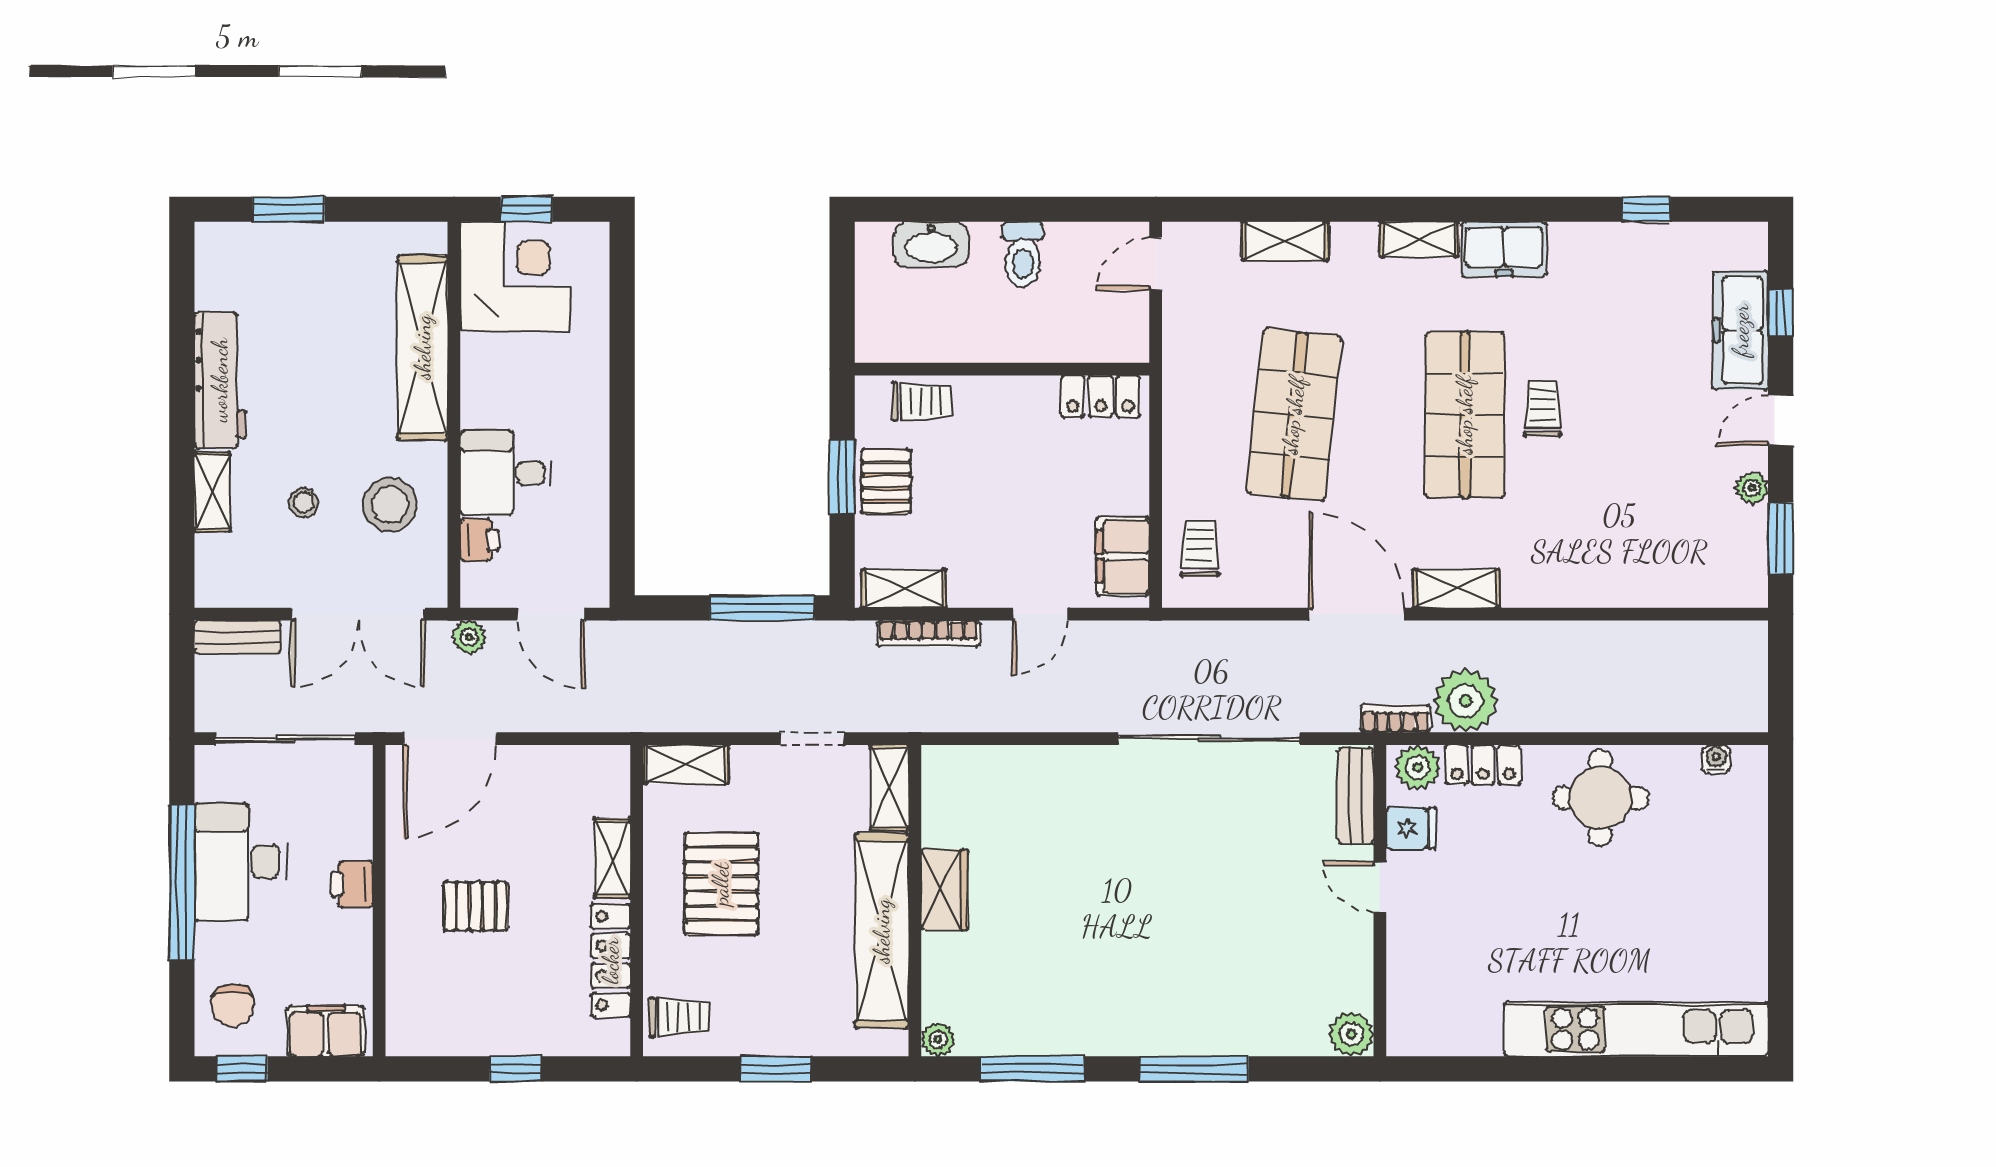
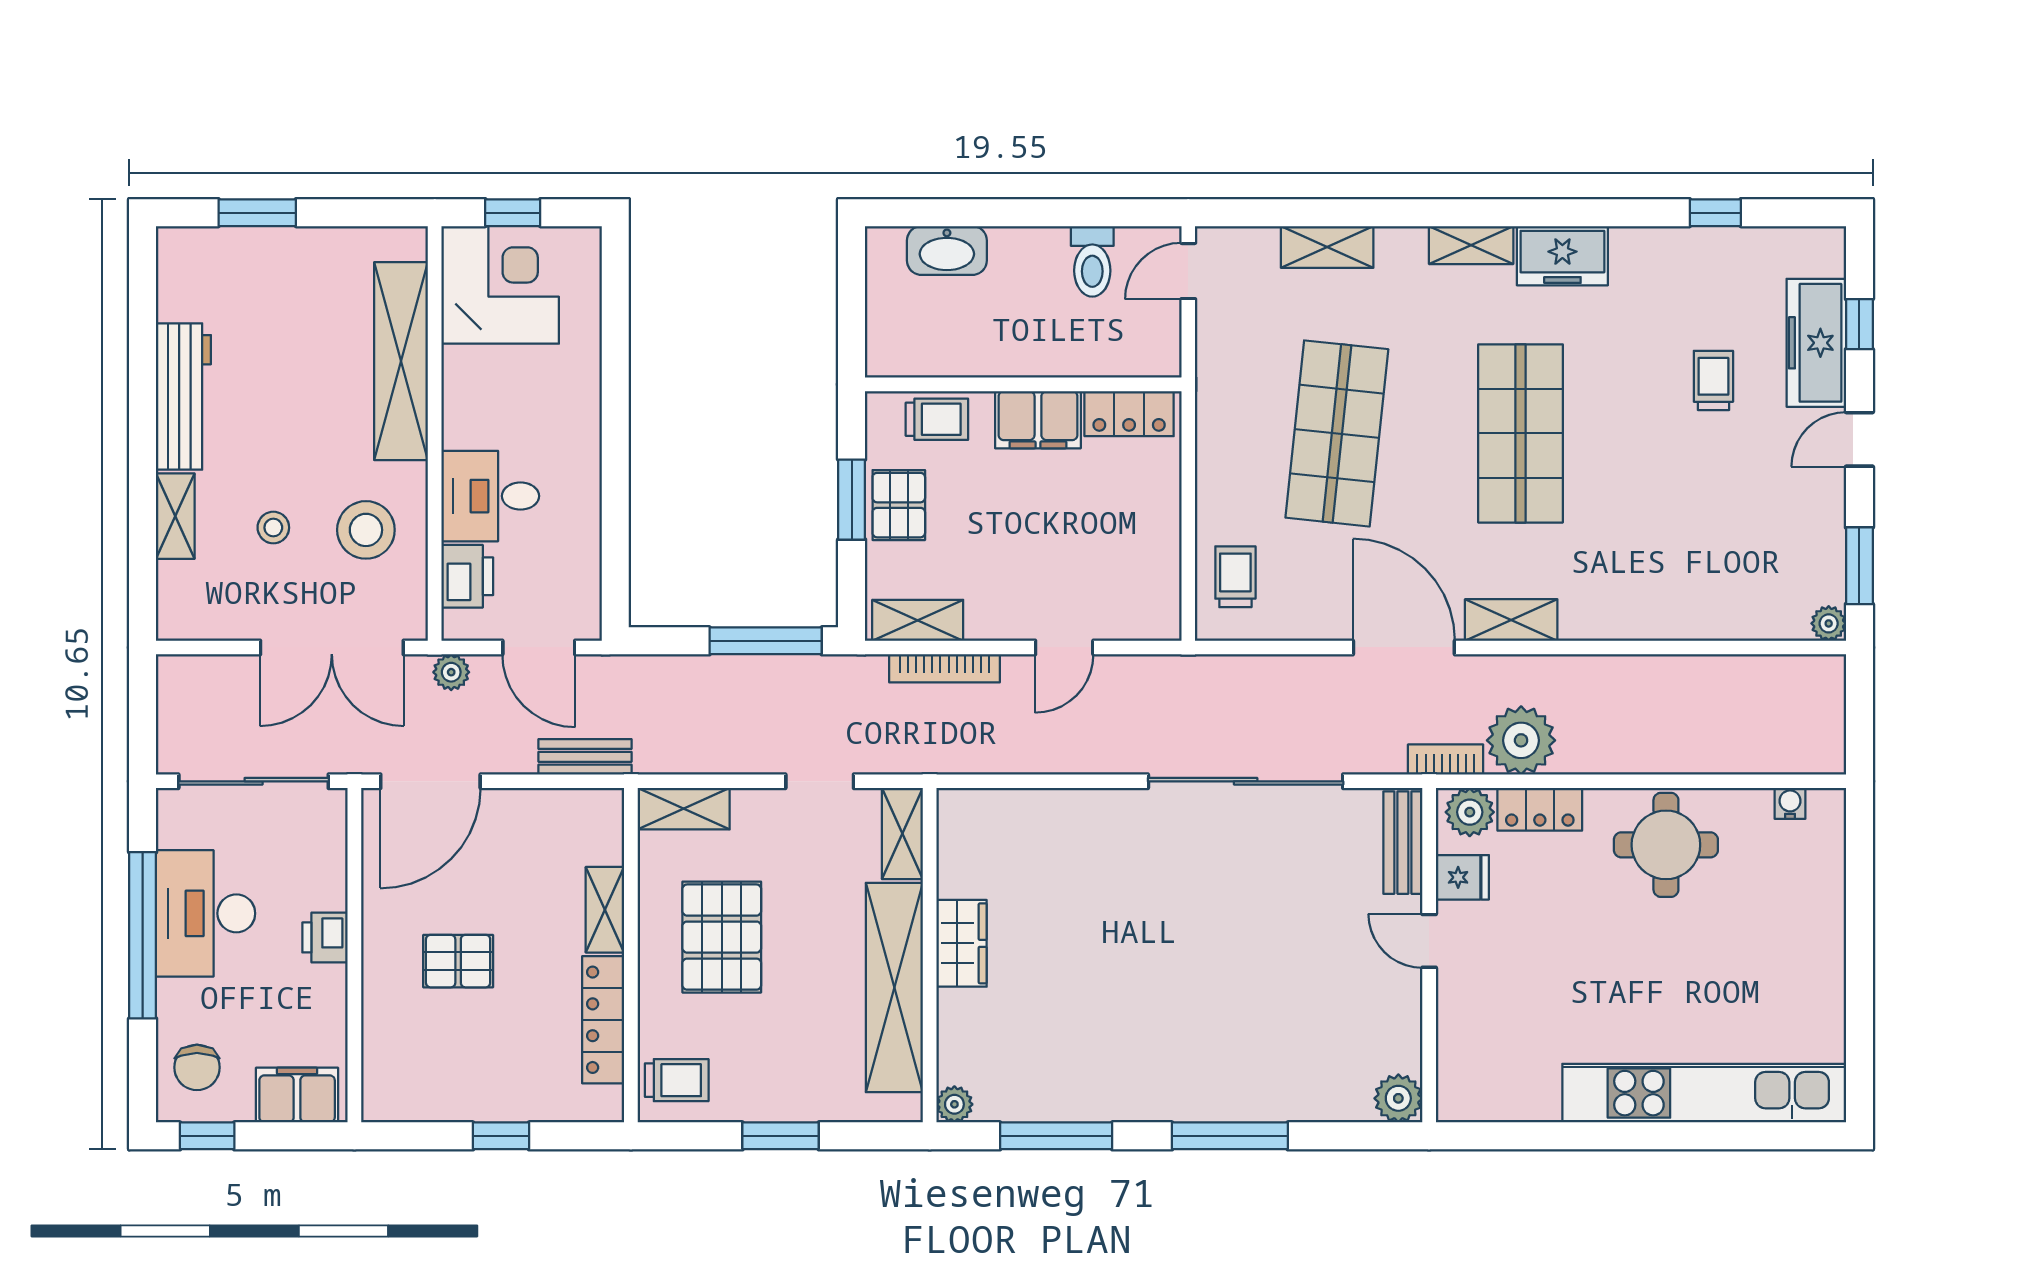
toilet: (1023, 255) -> (1092, 261), moved
trolley: (1543, 409) -> (1713, 380), moved
plant: (1752, 488) -> (1829, 623), moved
printer: (480, 540) -> (467, 576), width x1.36, depth x1.24
filing cabinet: (1123, 556) -> (1038, 420), moved, turned -90
bench: (238, 637) -> (585, 757), moved

